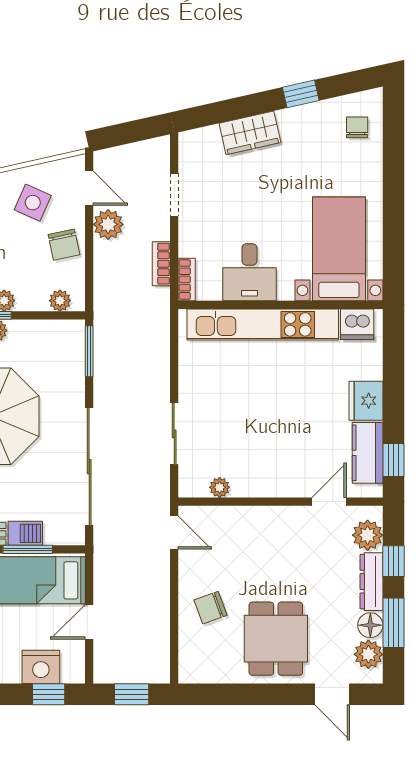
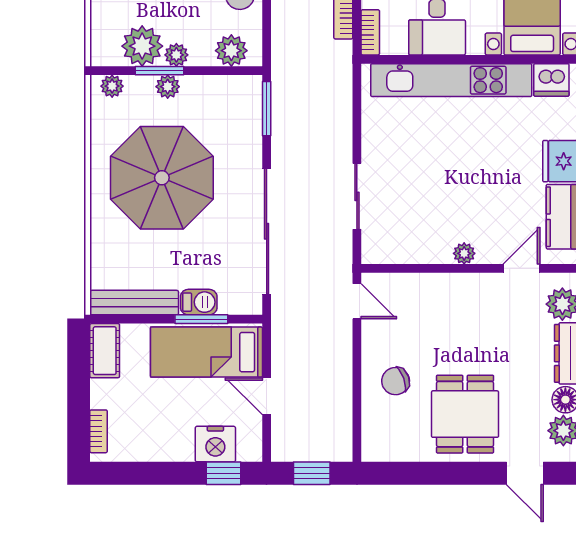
plant: (60, 301) -> (231, 51), width x1.38, depth x1.38
plant: (220, 487) -> (464, 253), moved
door: (89, 622) -> (267, 396), hinge flipped

